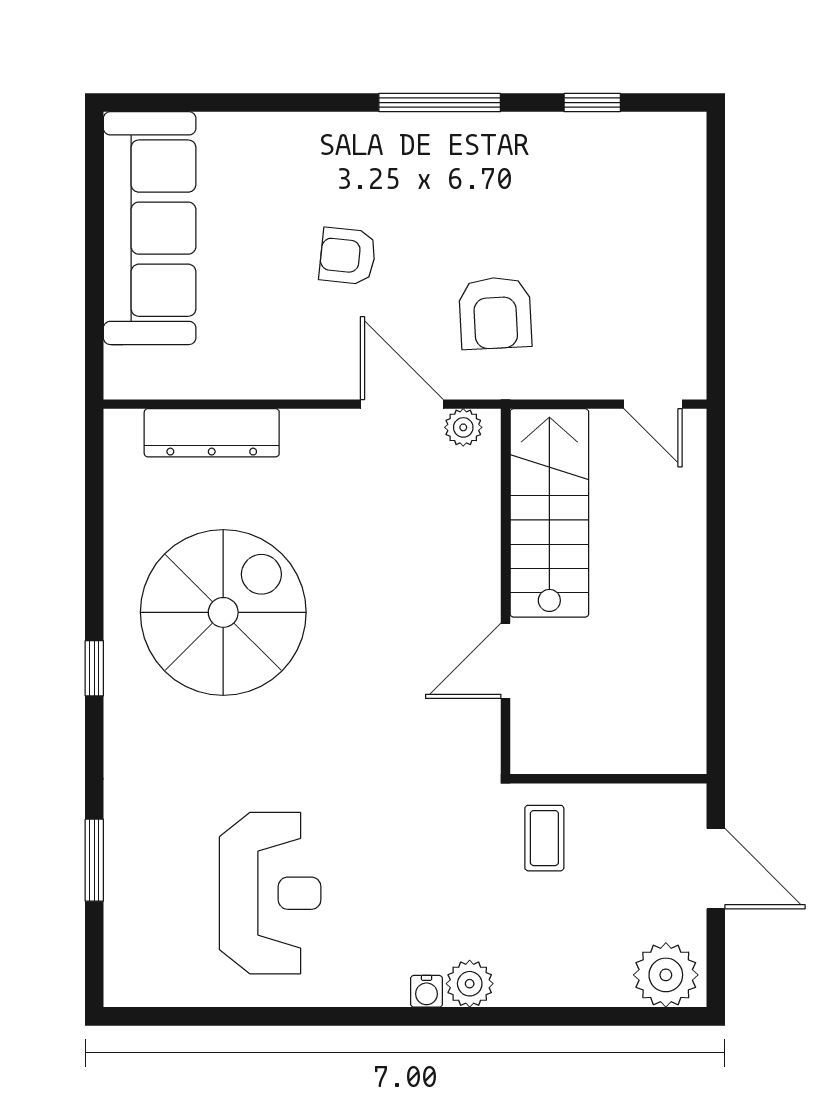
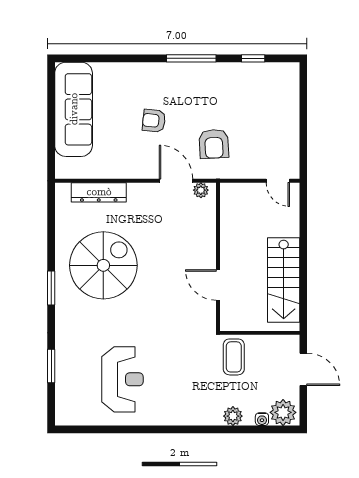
stairs: (549, 513) -> (284, 280), moved, turned 180
door: (505, 661) -> (218, 285), hinge flipped
window: (94, 668) -> (51, 288), width x1.50
coffee table: (544, 838) -> (234, 357), width x1.36, depth x1.30
plant: (470, 984) -> (233, 416), moved
water cooler: (427, 991) -> (262, 419), moved

